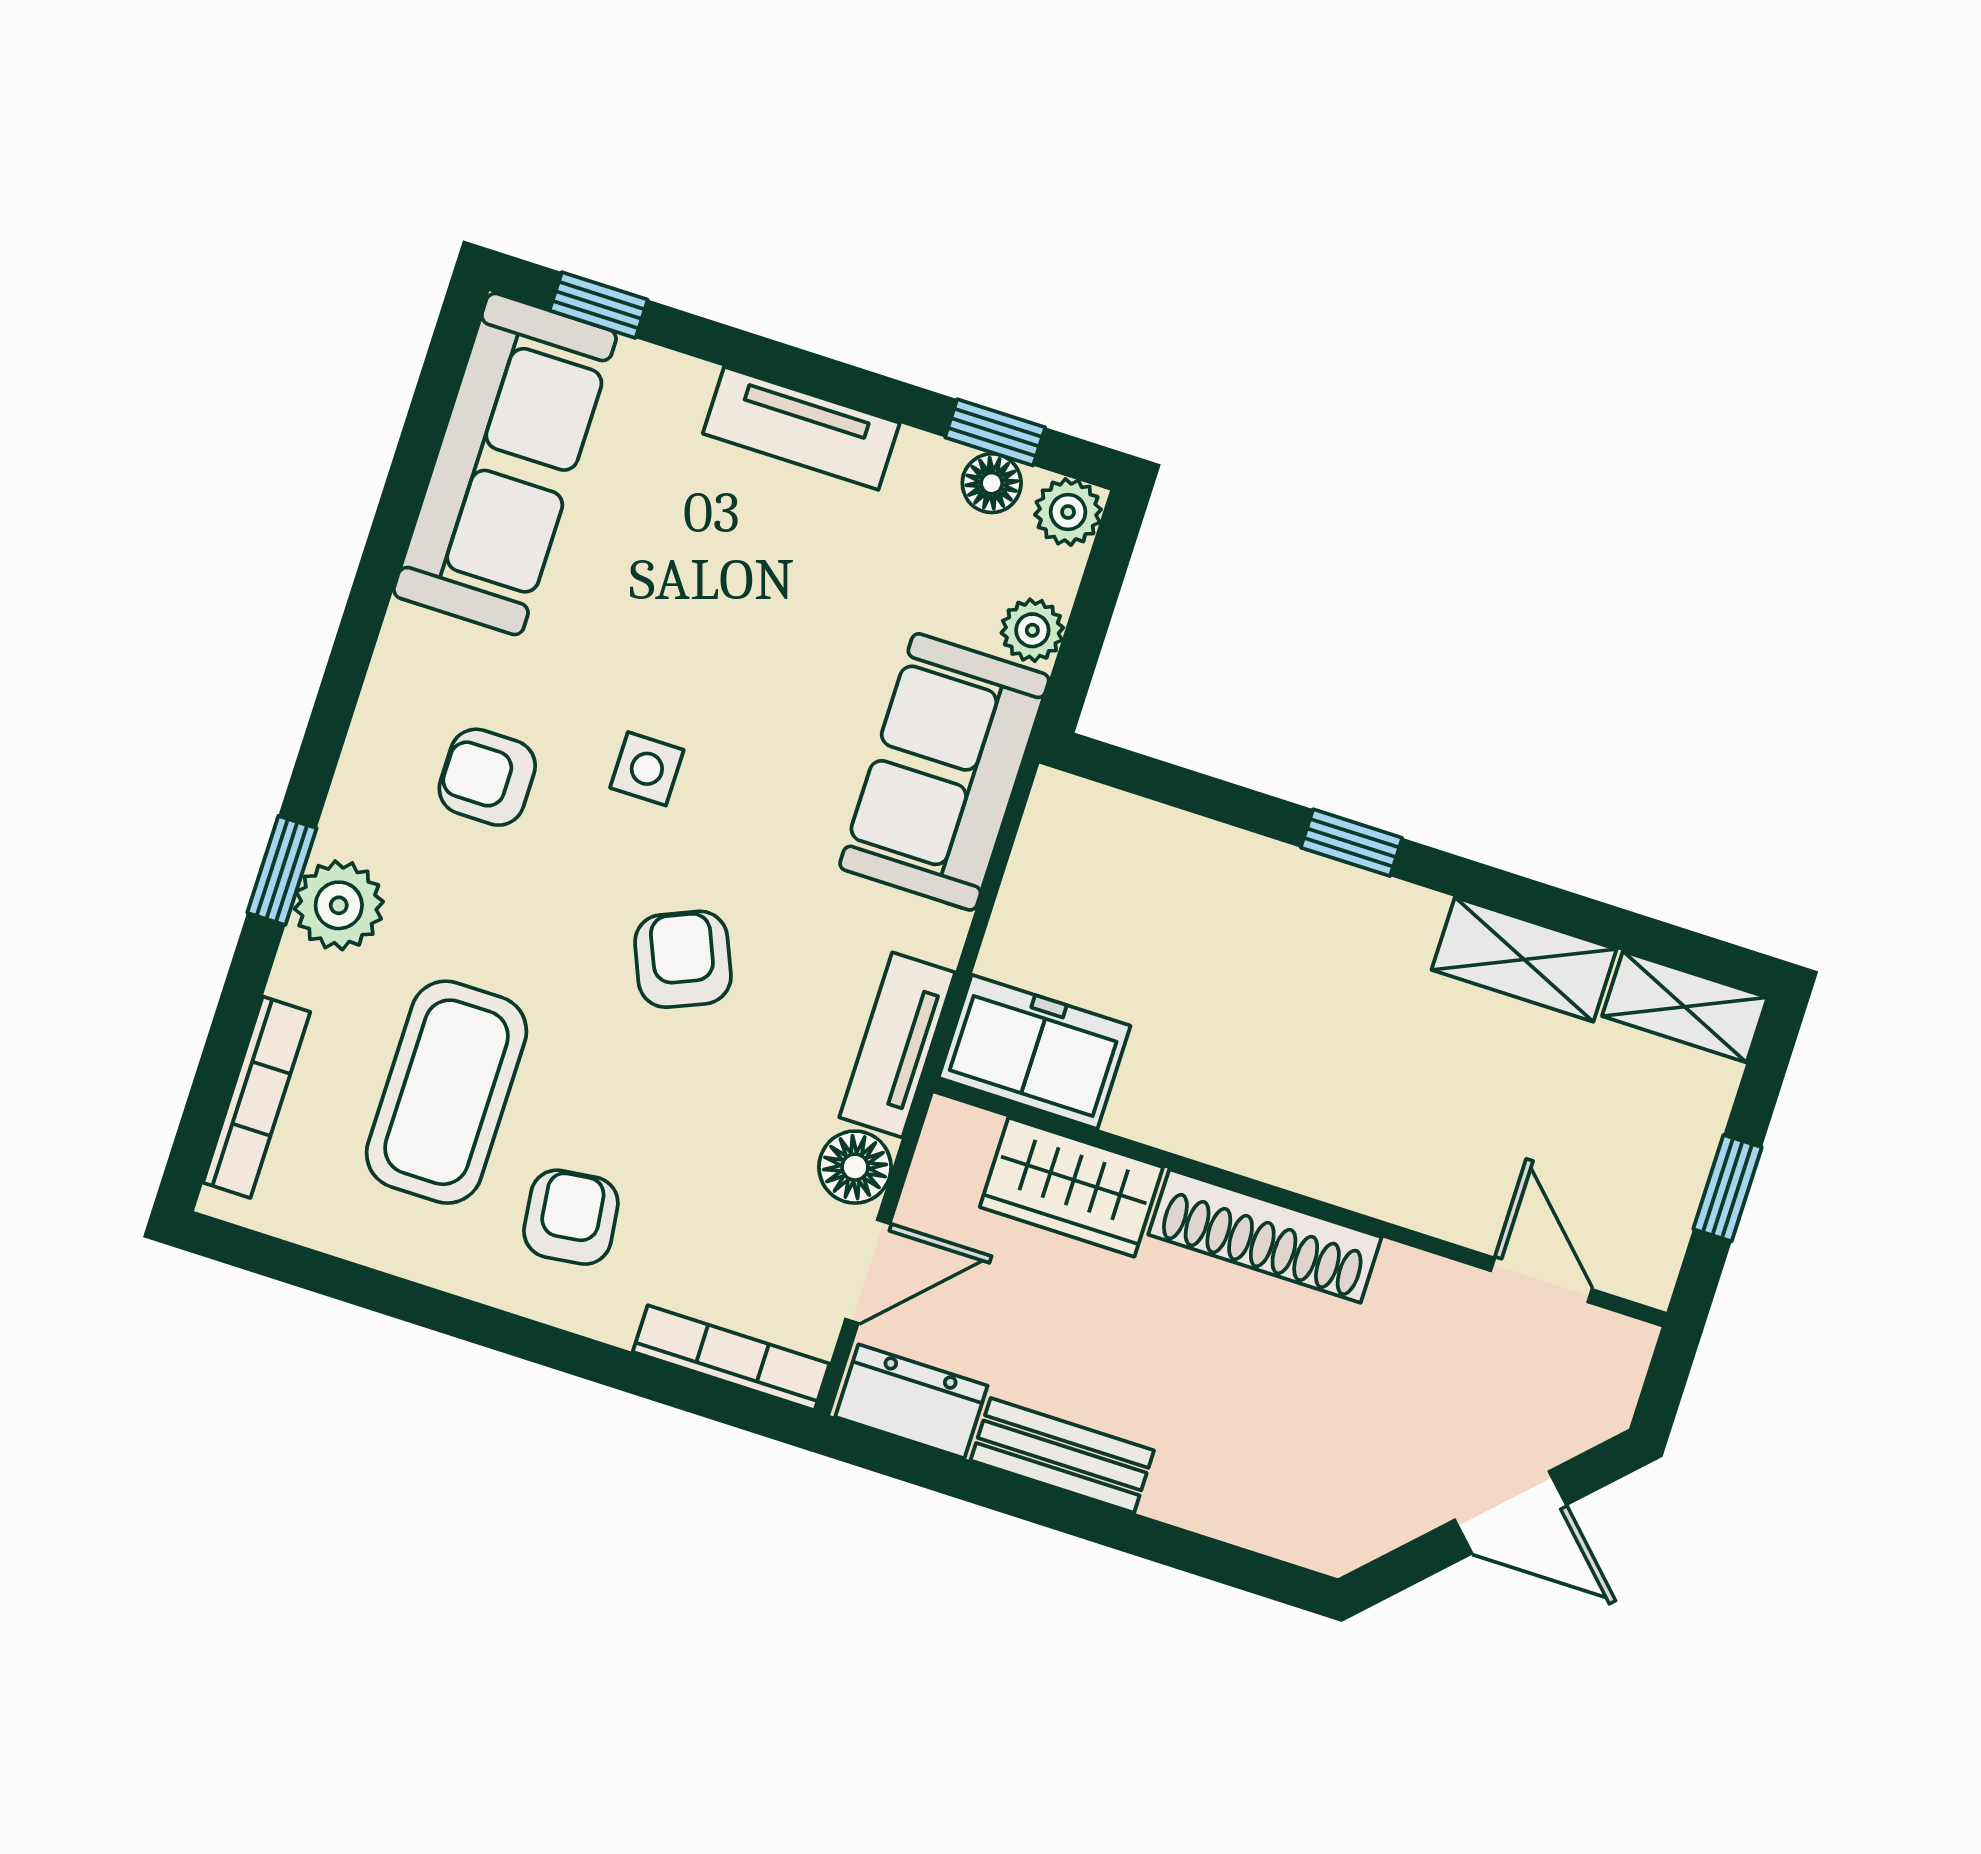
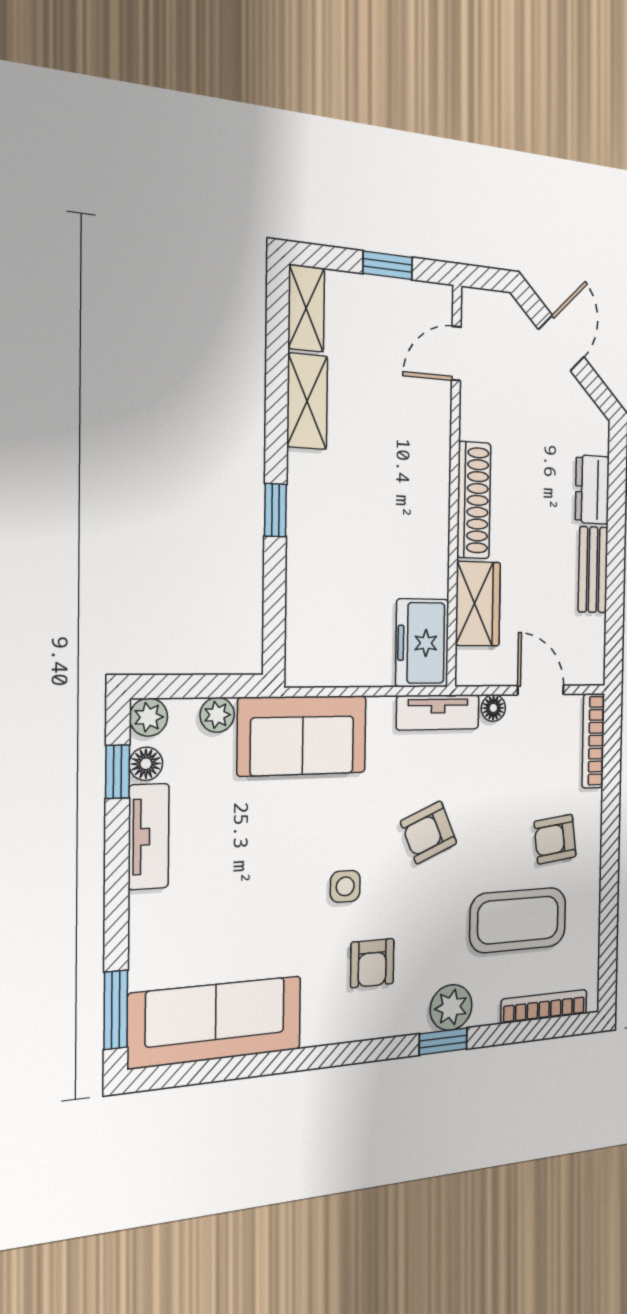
window: (599, 305) -> (116, 1010), width x1.50
tv unit: (801, 428) -> (149, 837), moved
floor lamp: (855, 1167) -> (493, 708), width x0.73, depth x0.73
dresser: (911, 1401) -> (592, 490), moved

